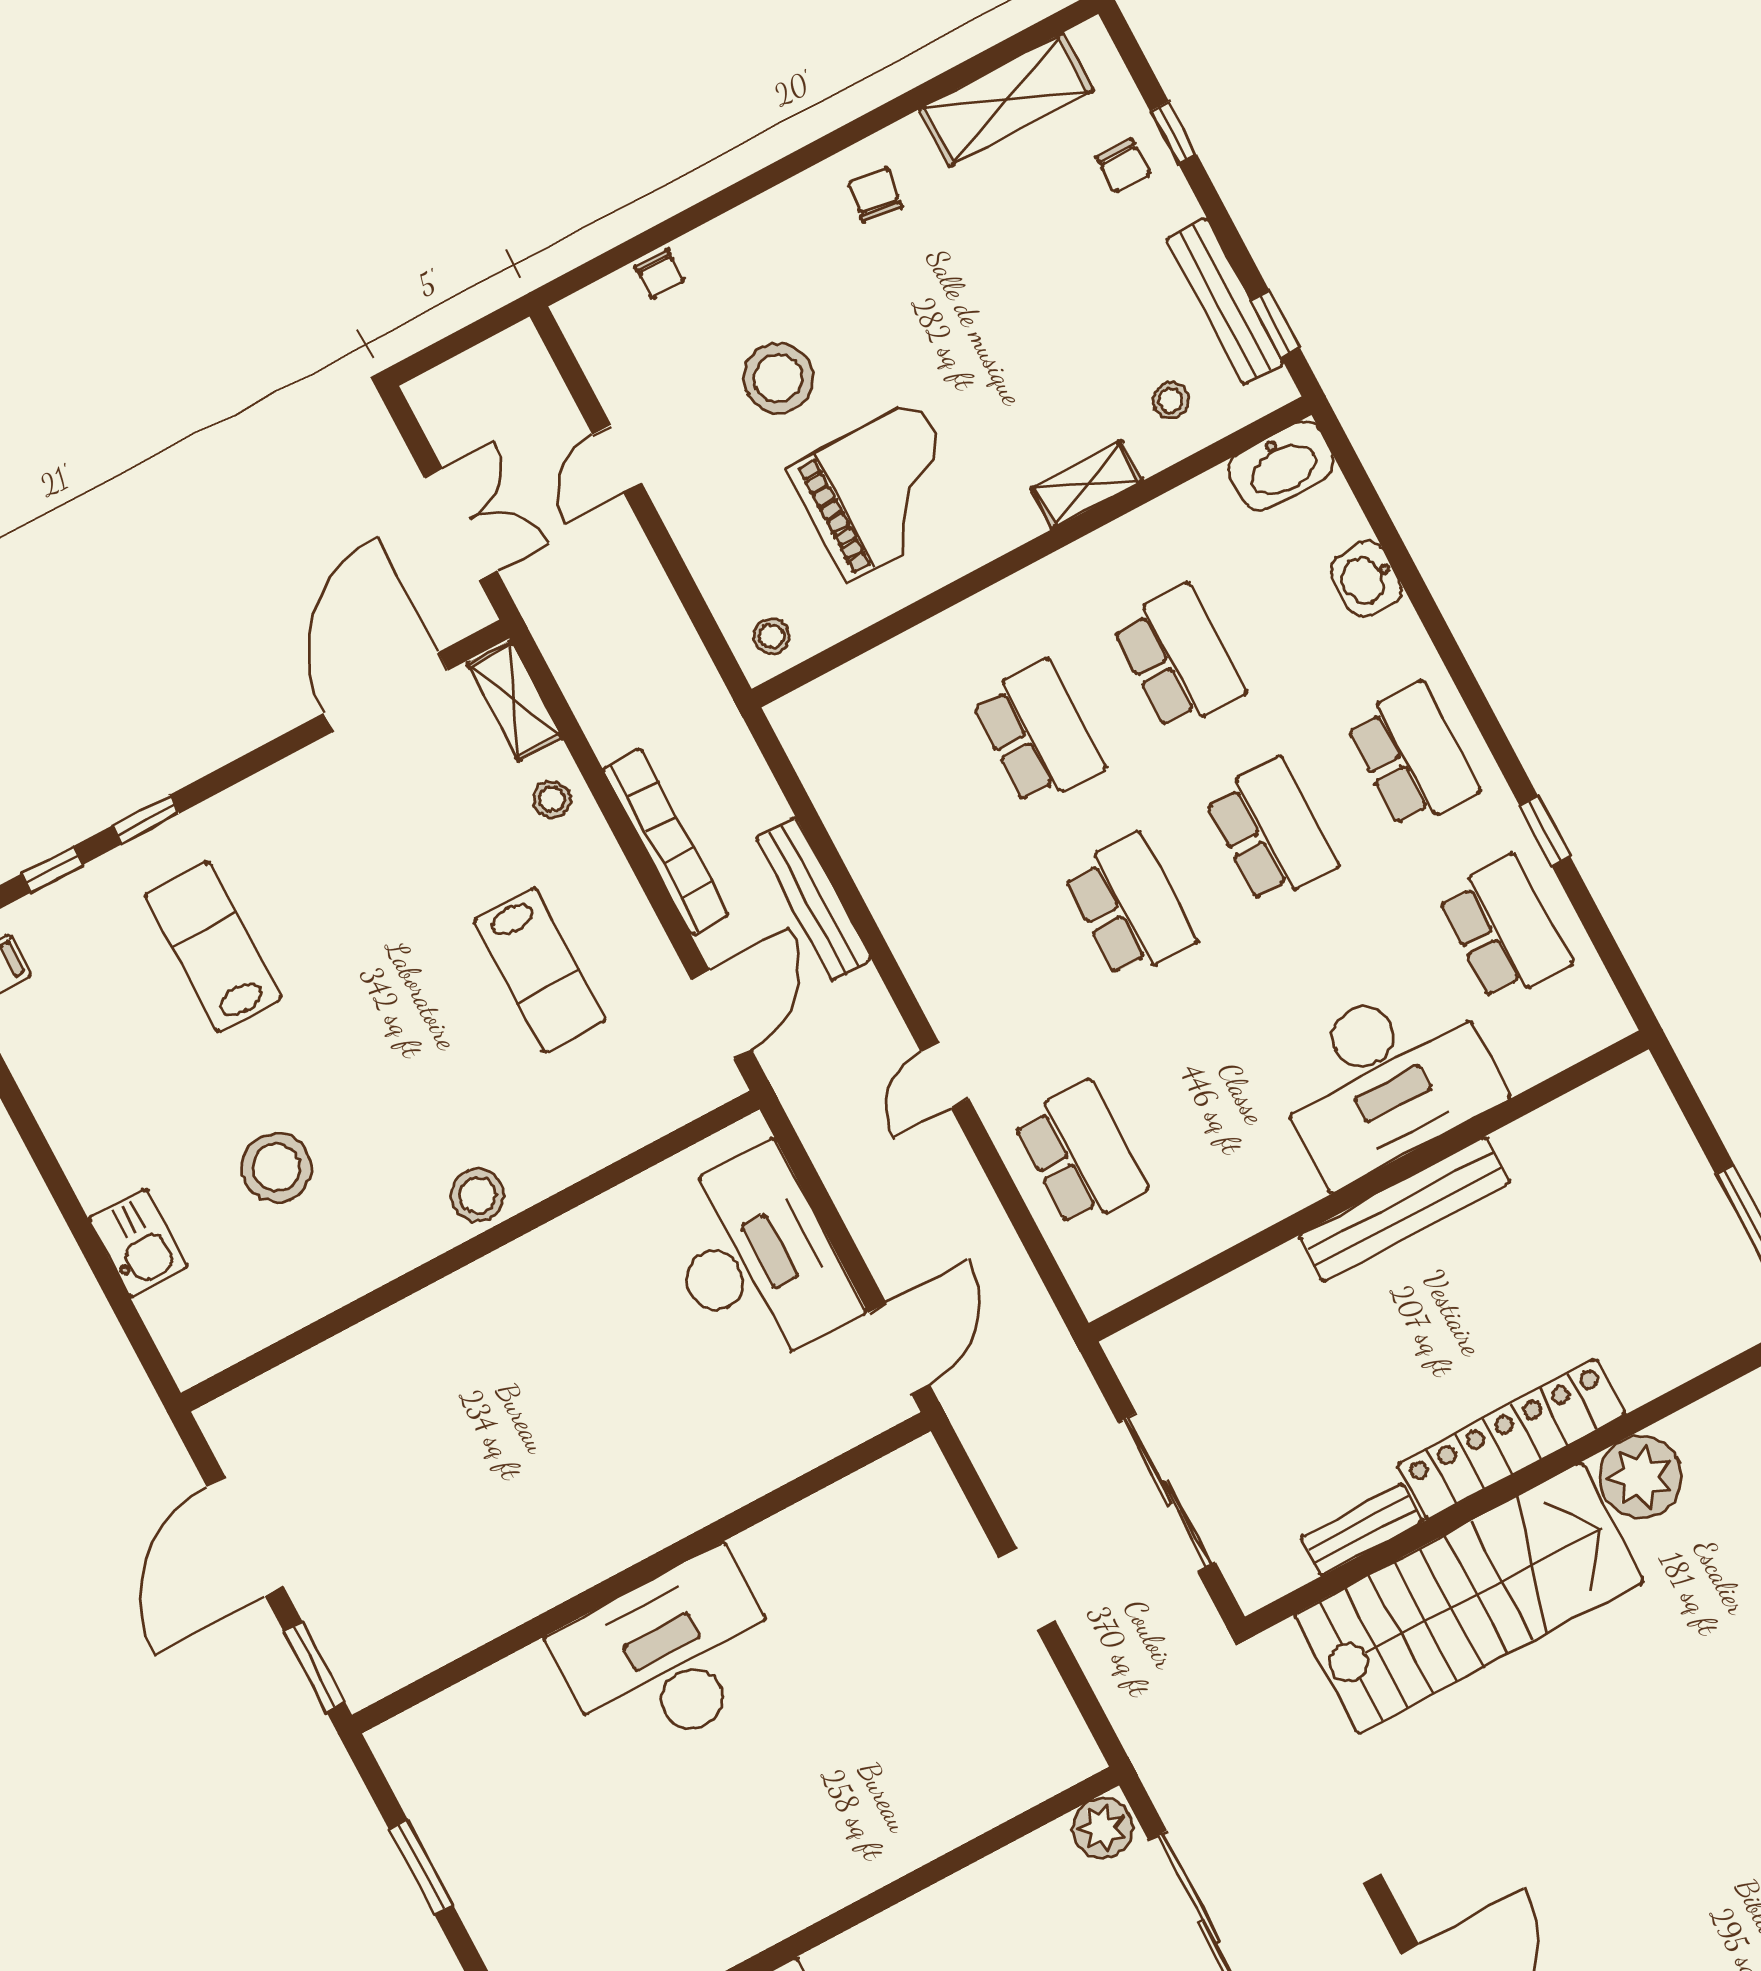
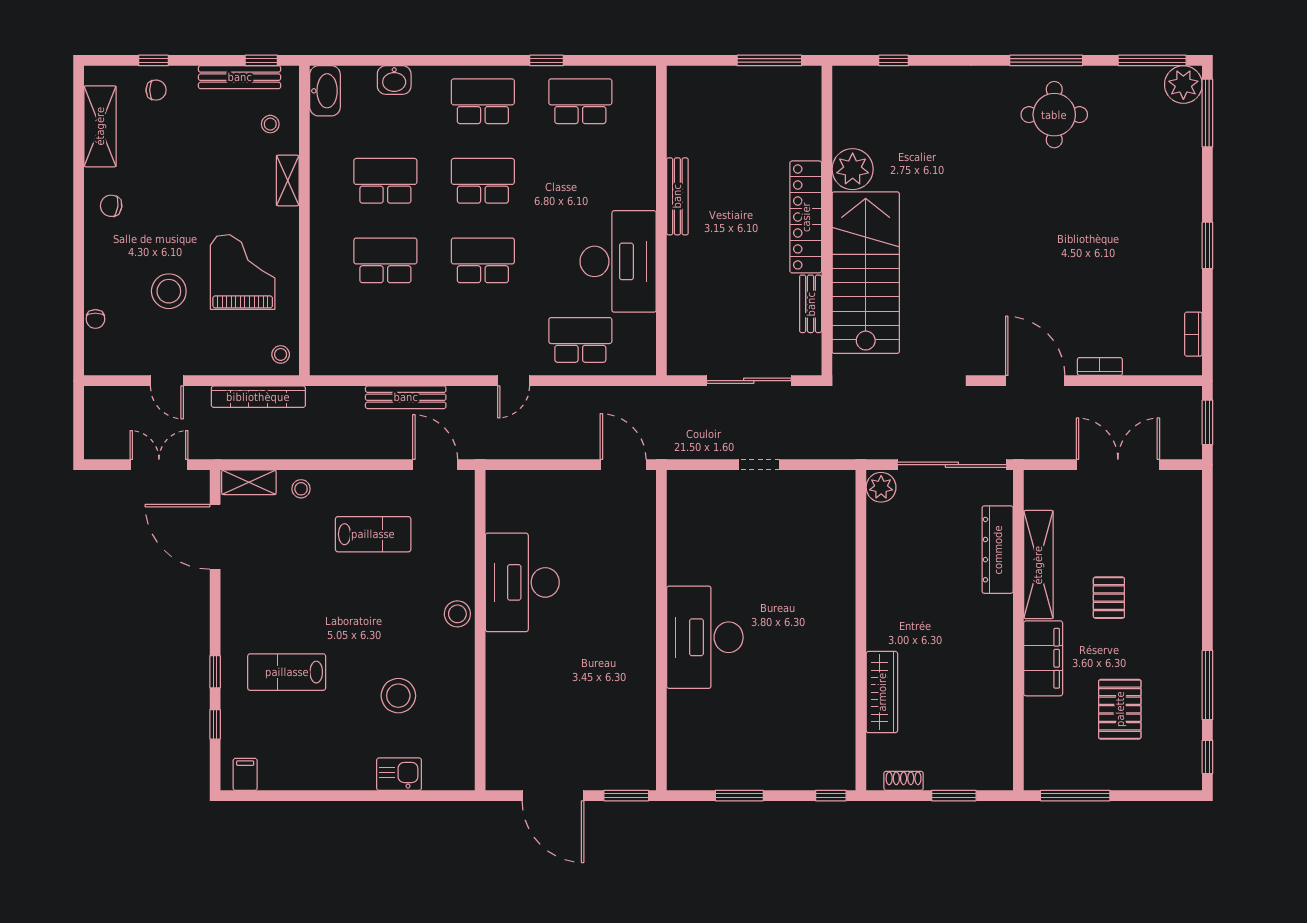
chair: (659, 274) -> (95, 319), turned 90
bookcase: (666, 842) -> (258, 397), moved, turned 180
door: (945, 1075) -> (514, 381), hinge flipped
desk: (1385, 1079) -> (618, 261), moved
bench: (1404, 1209) -> (677, 196), width x0.73, depth x0.82
desk: (755, 1259) -> (522, 582), moved, turned -90

